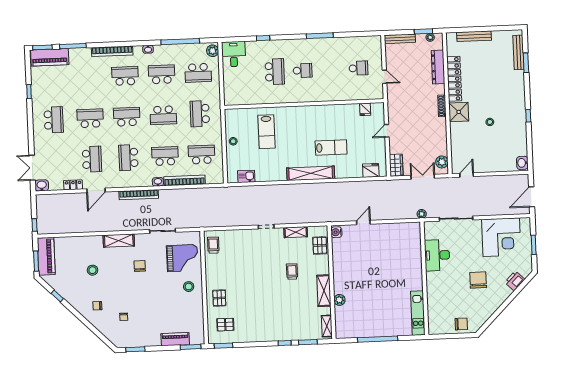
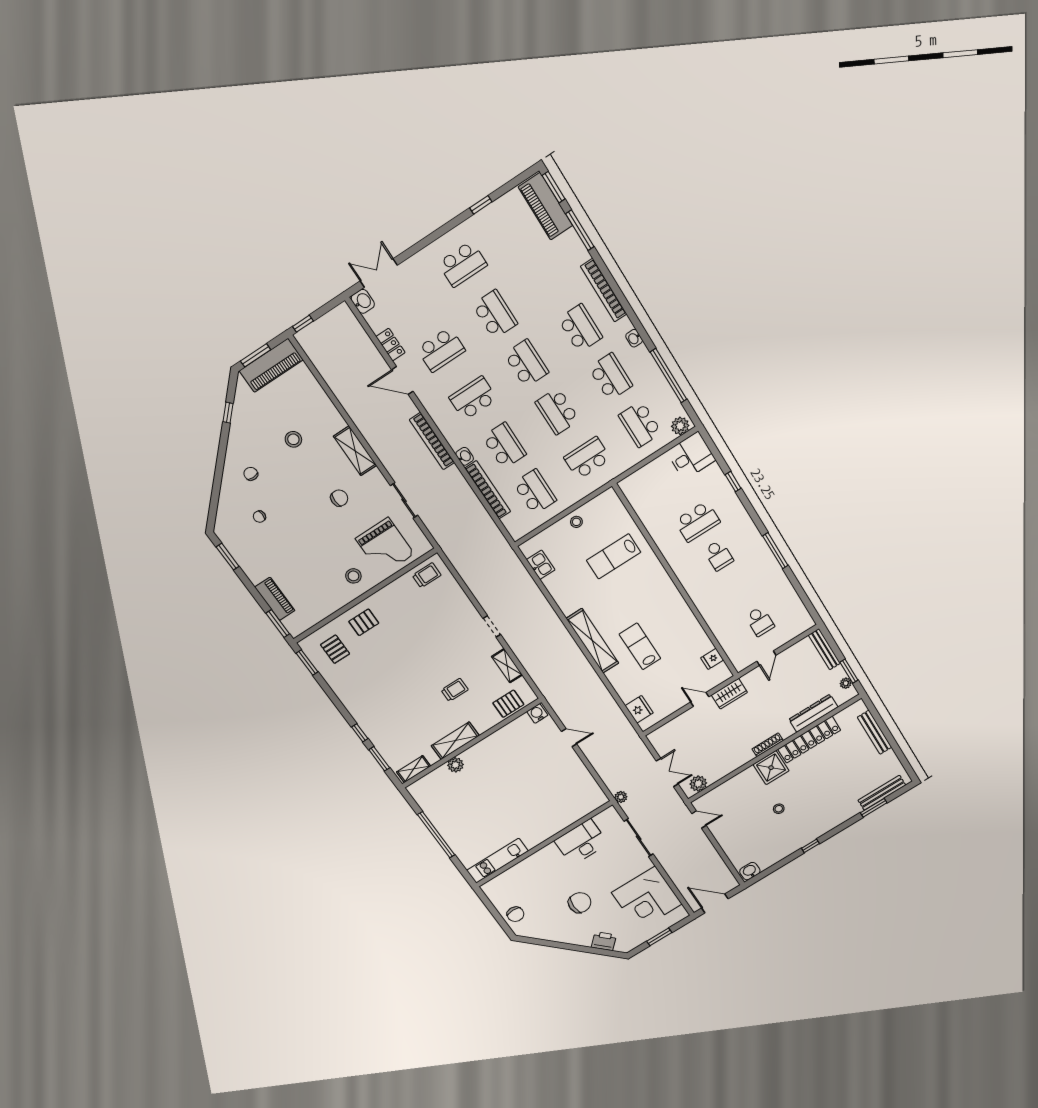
lab bench: (331, 148) -> (640, 646), turned 180
wardrobe: (396, 165) -> (729, 694), moved

